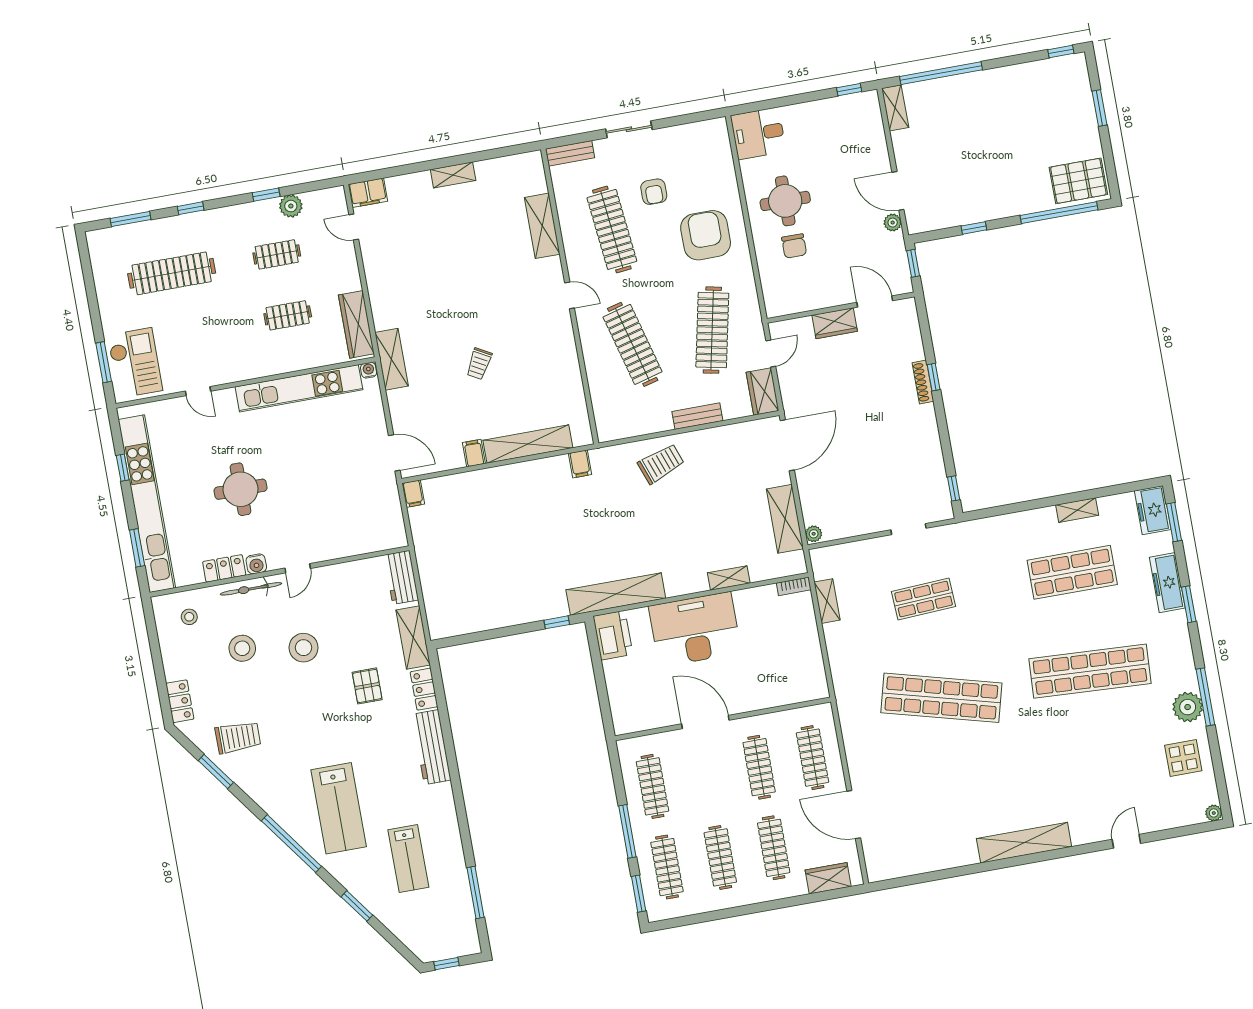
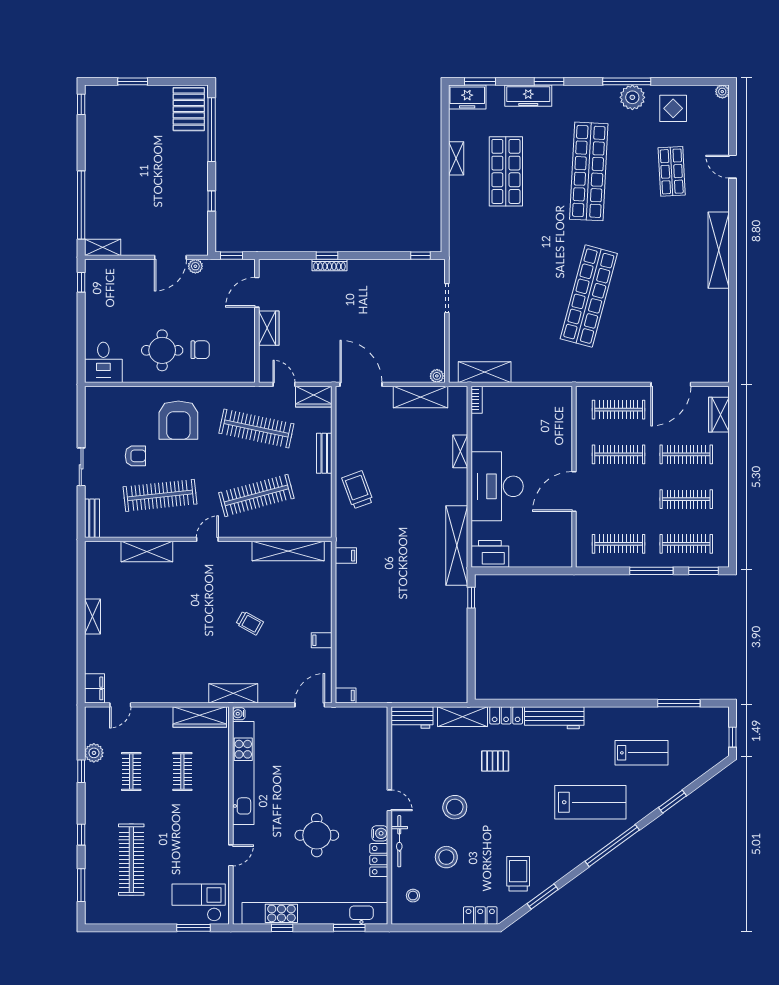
armchair: (706, 235) -> (178, 420), turned -90
shelving: (528, 444) -> (288, 551), moved, turned 90
shop shelf: (924, 599) -> (672, 171), moved
shelving: (827, 601) -> (485, 372), width x1.50, depth x1.33

